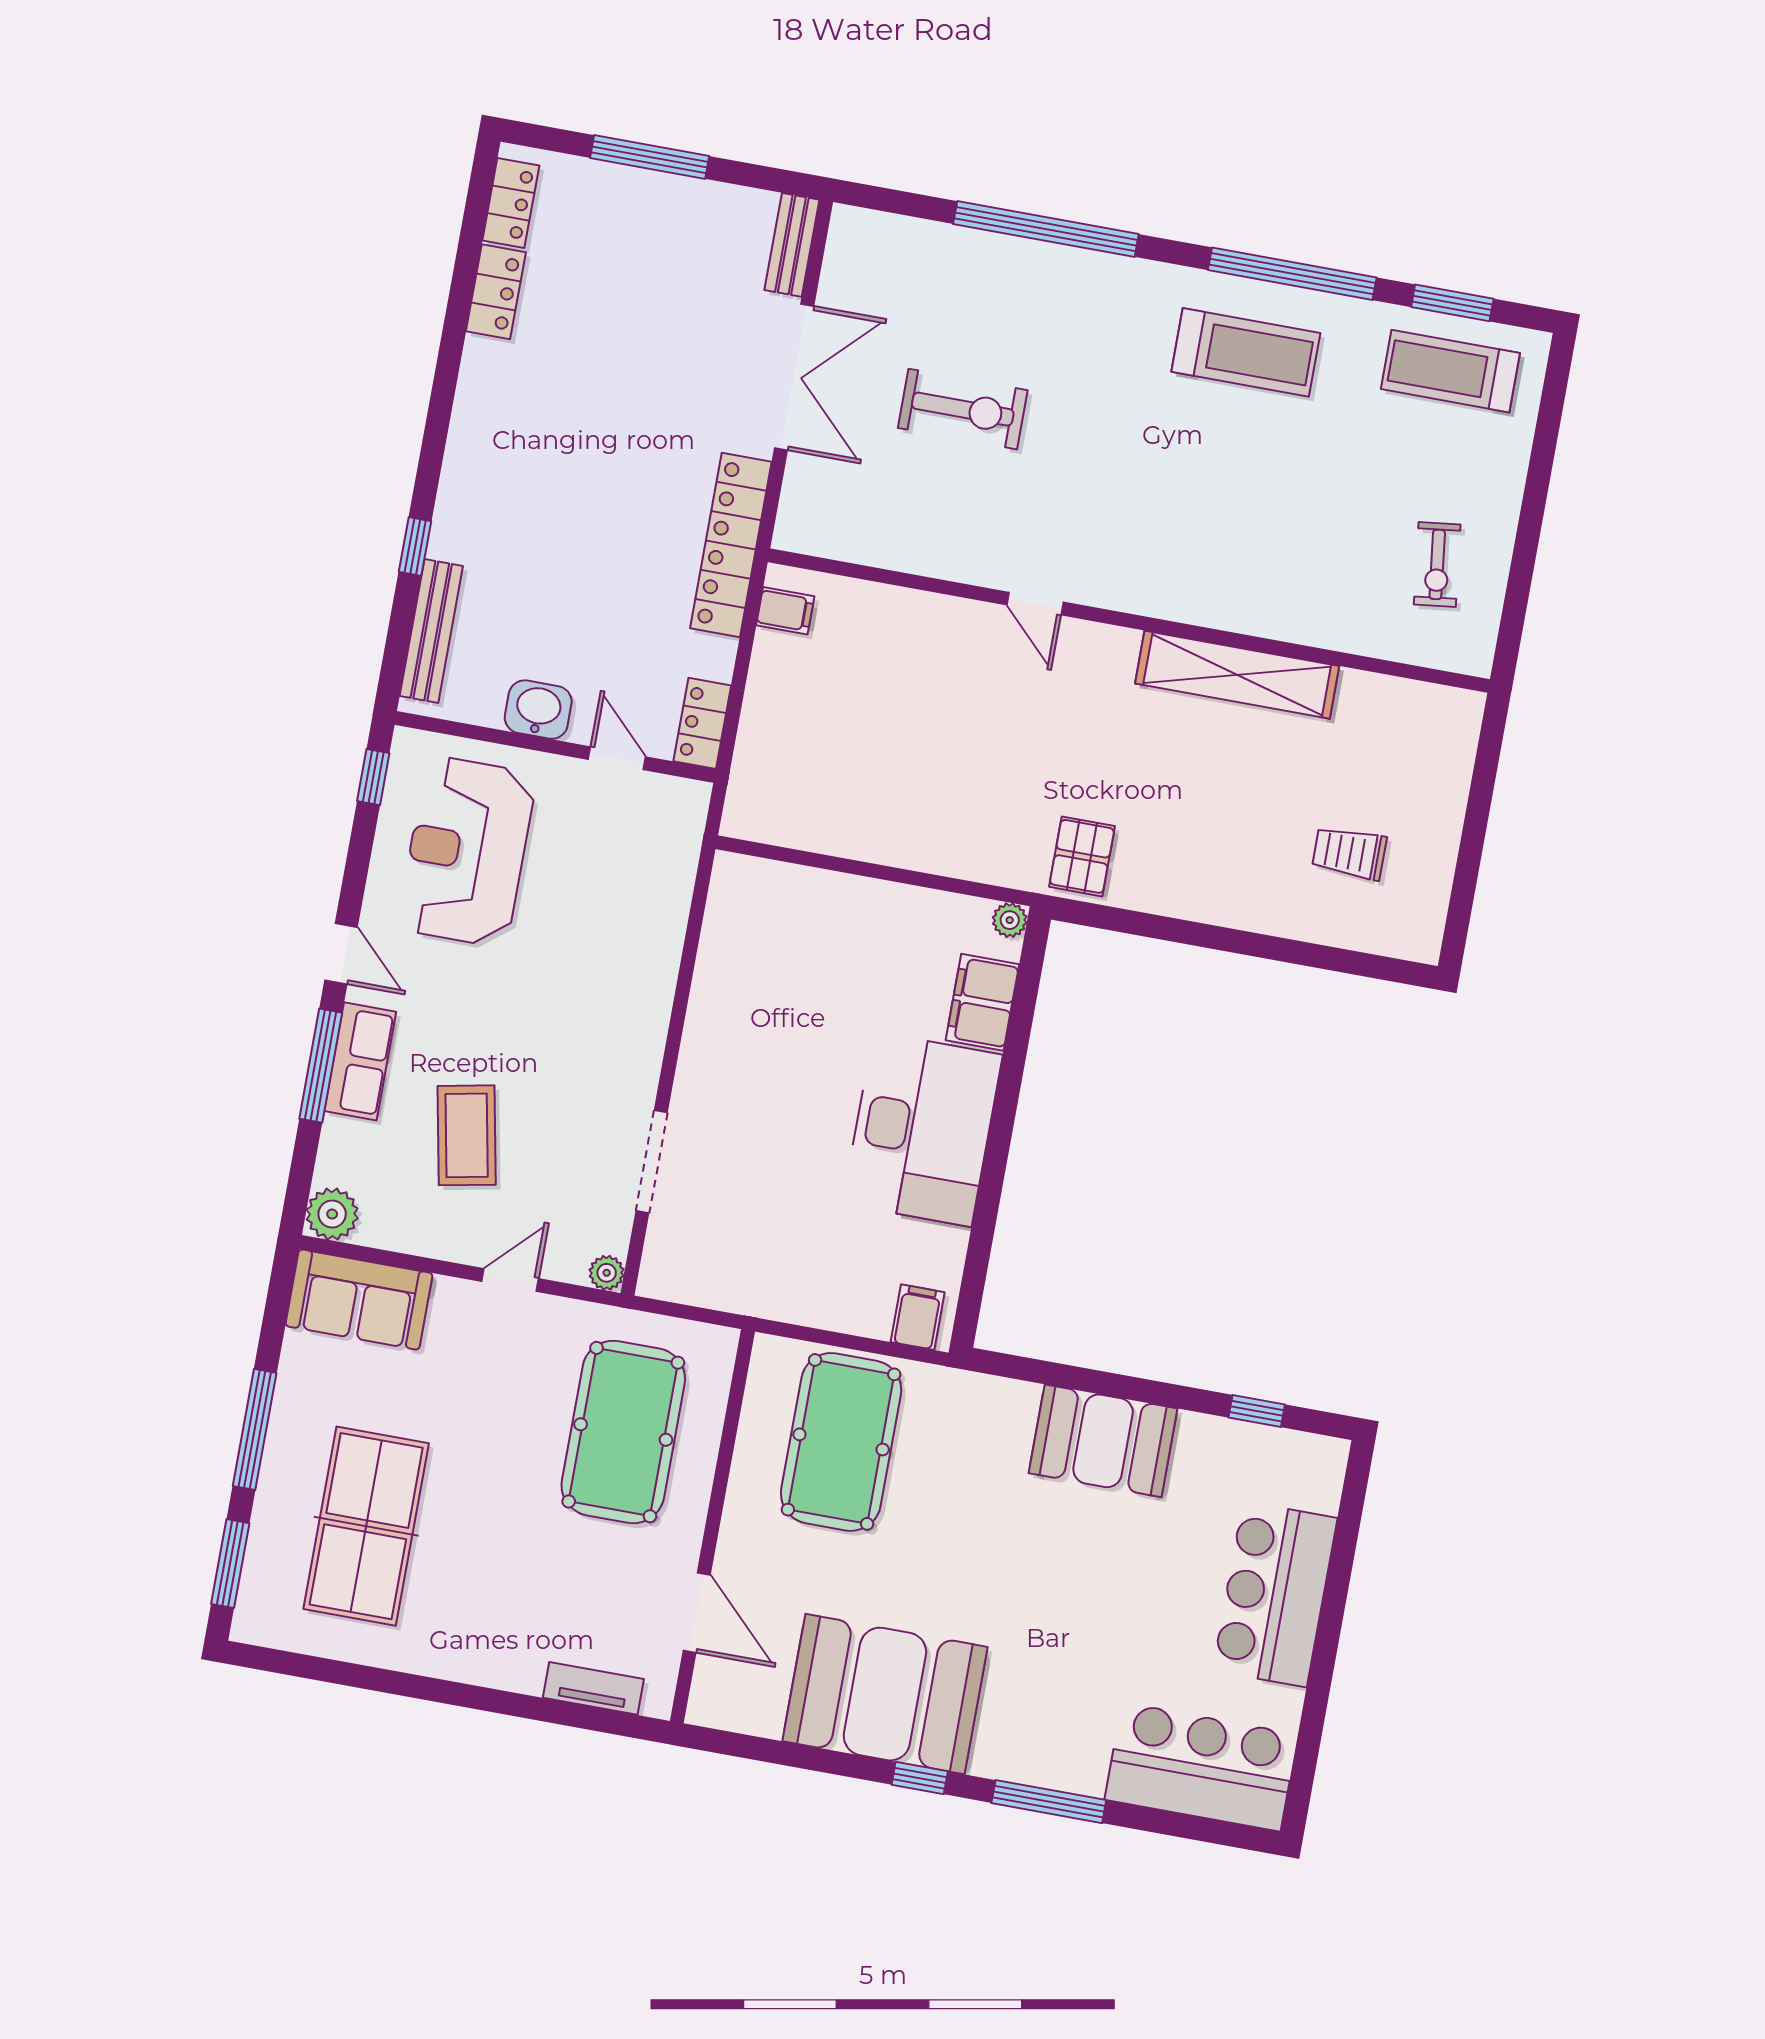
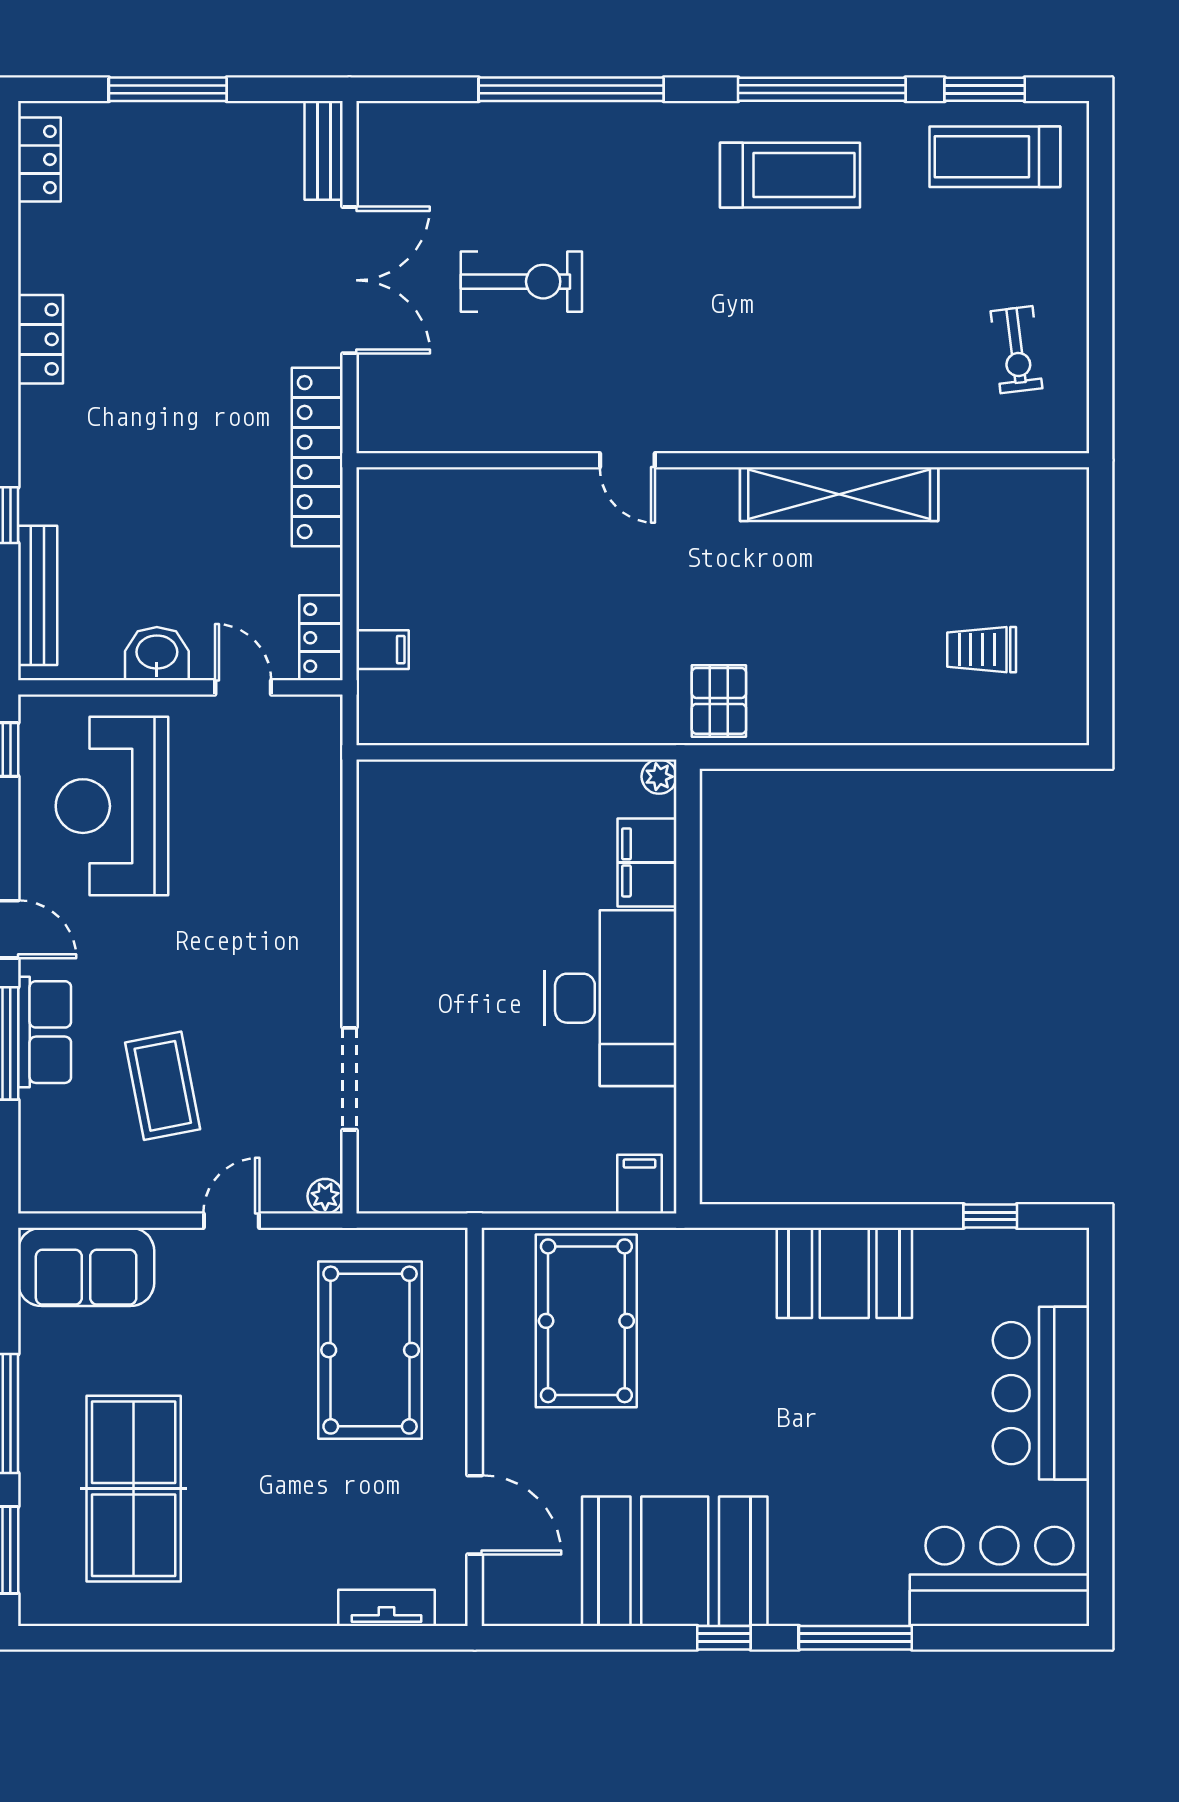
locker: (496, 292) -> (40, 339), moved
filing cabinet: (785, 611) -> (383, 650), moved
plant: (332, 1214) -> (44, 1187), removed

